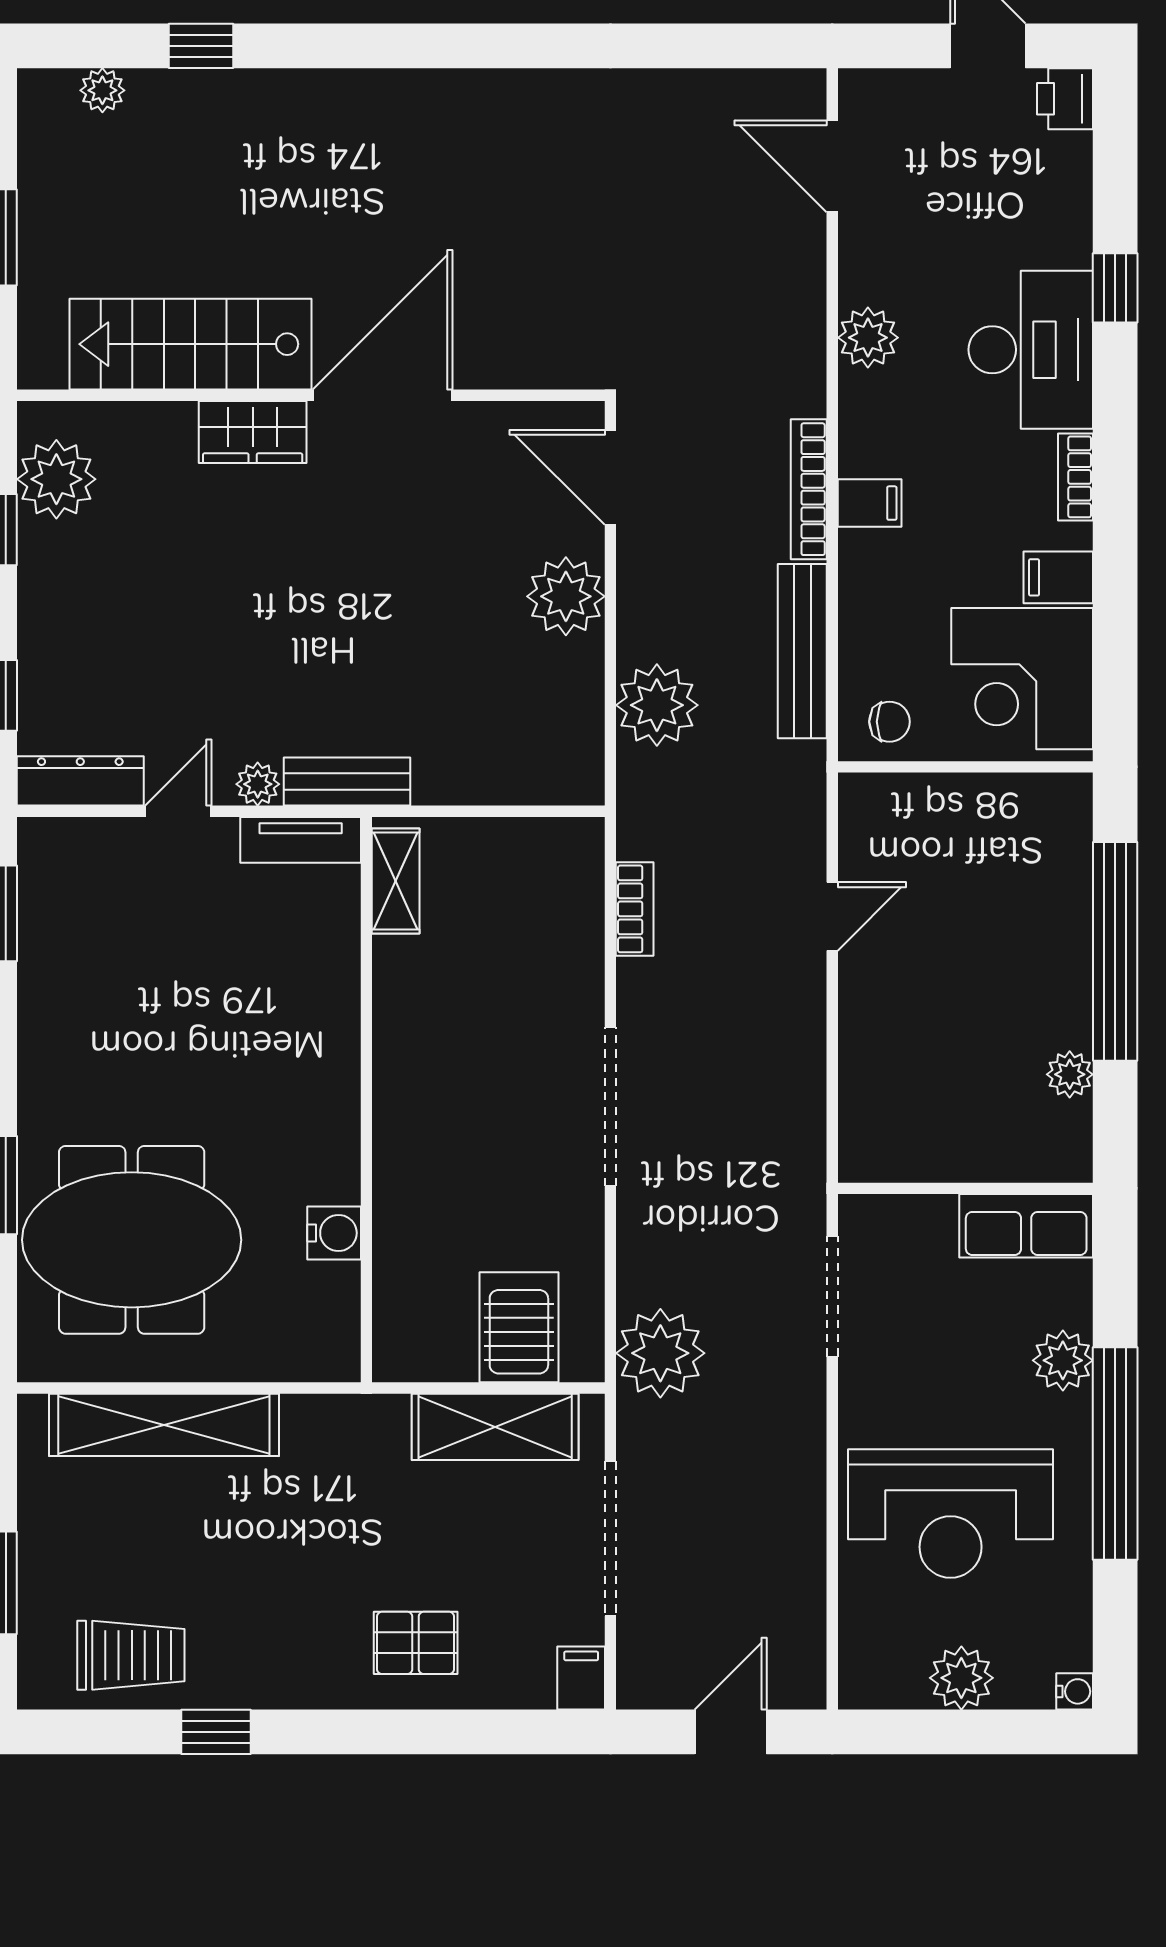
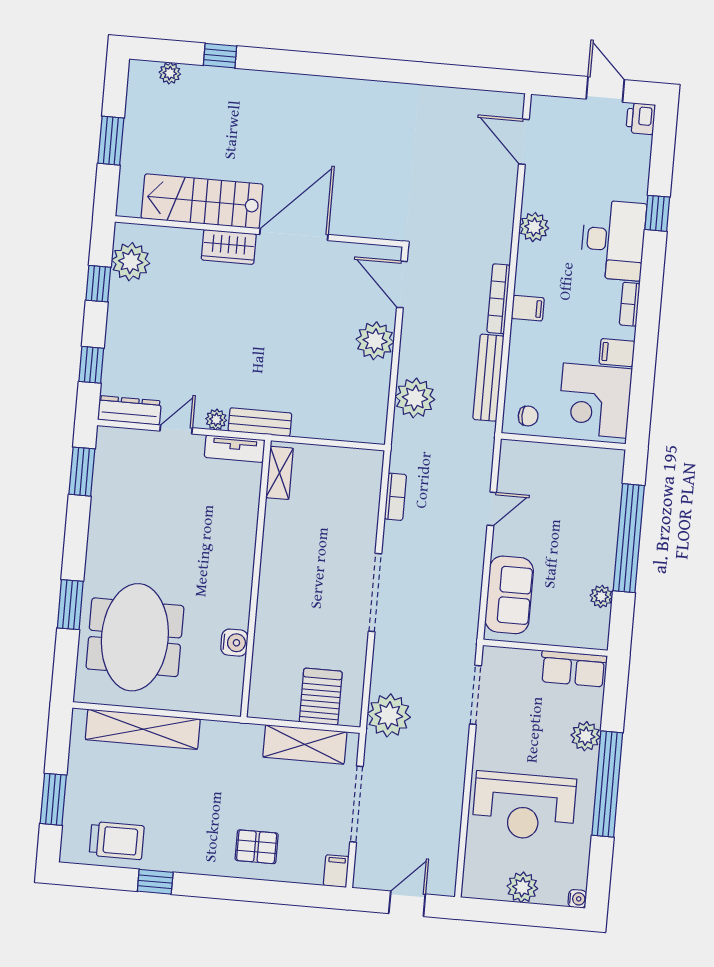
sofa: (883, 1088) -> (509, 595), added
meeting table: (132, 1240) -> (135, 637), turned 90

